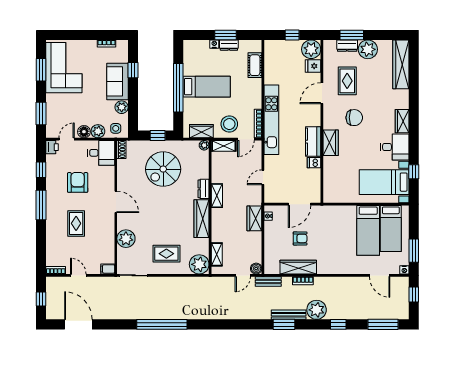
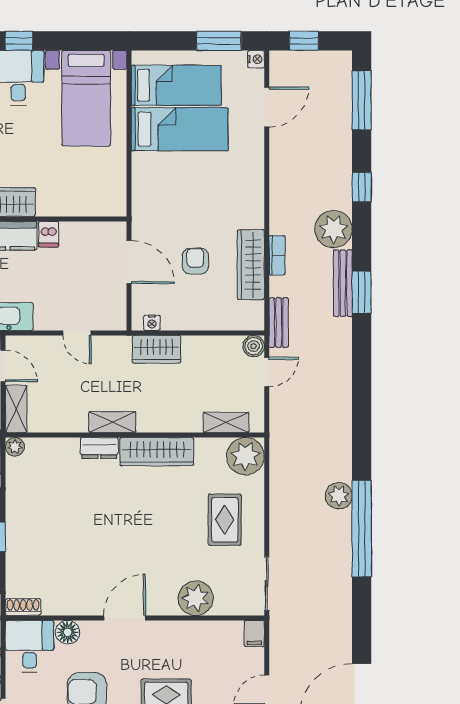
spiral stairs: (163, 169) -> (61, 526), removed
floor lamp: (108, 172) -> (68, 632), added
window: (414, 172) -> (19, 41), moved
door: (243, 275) -> (267, 372), hinge flipped
plant: (179, 313) -> (339, 496), added

